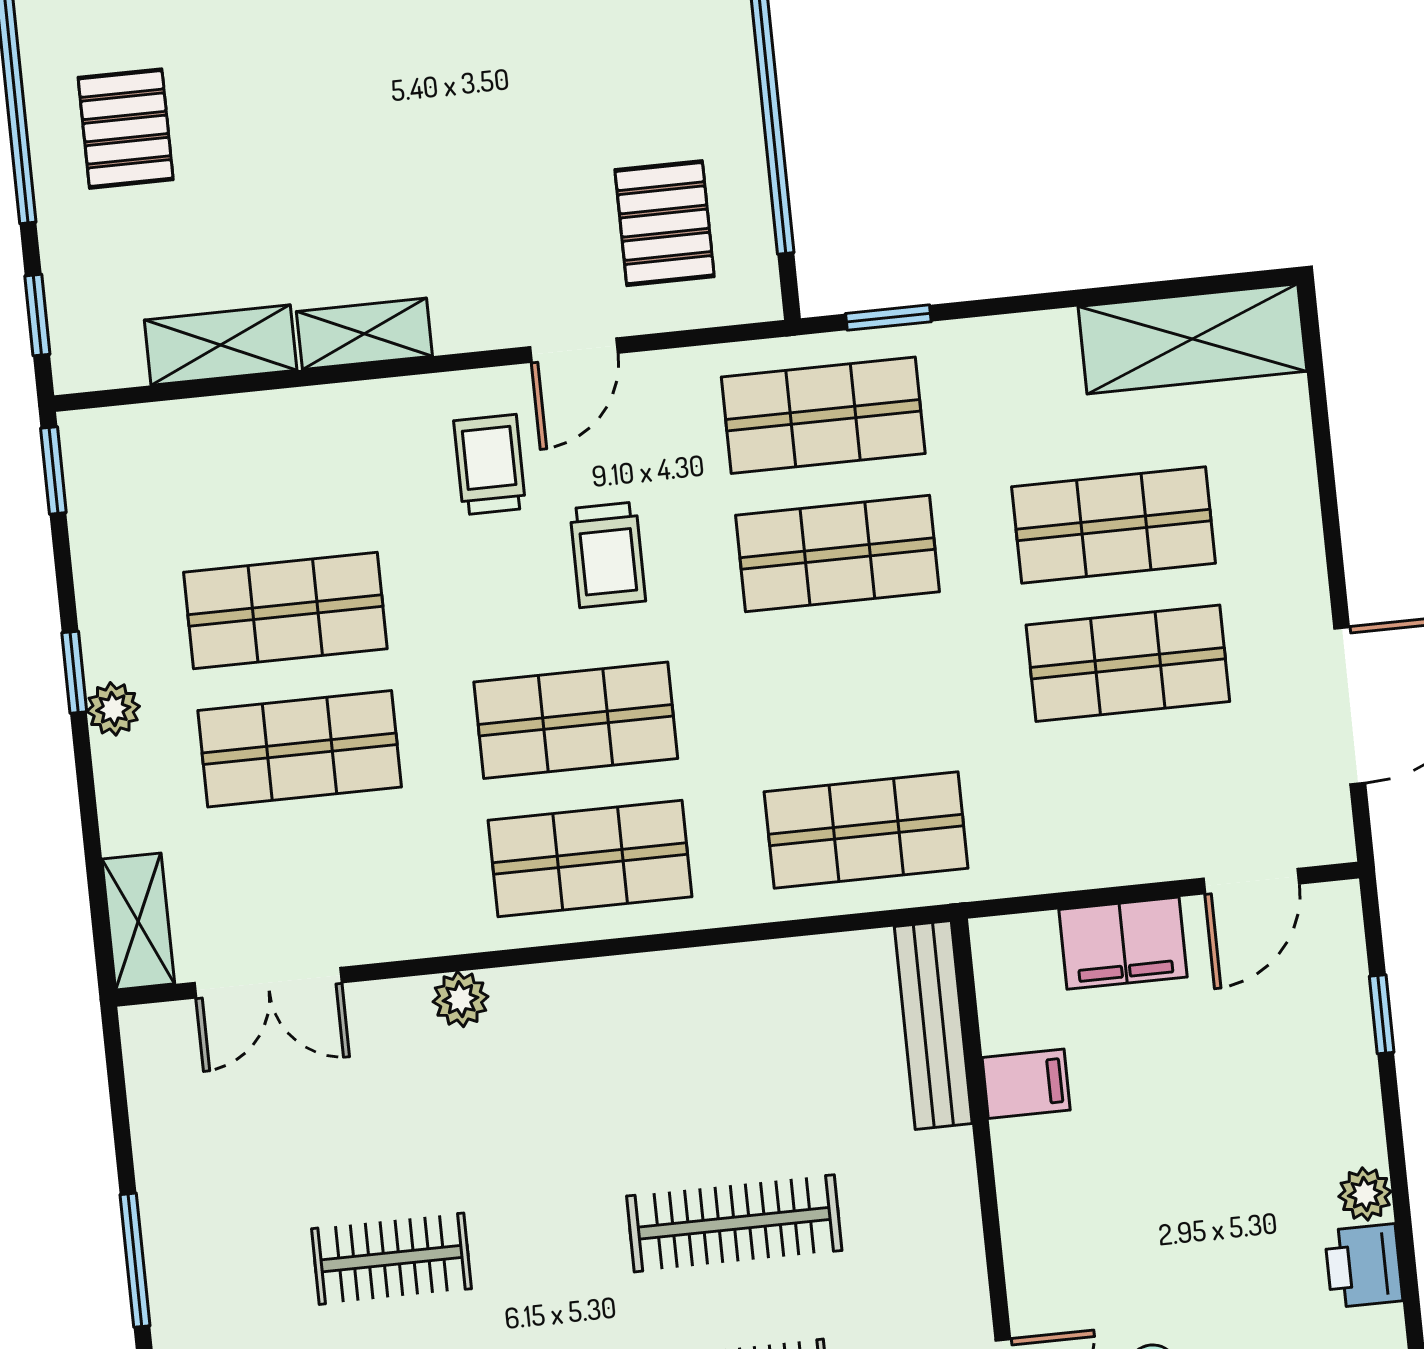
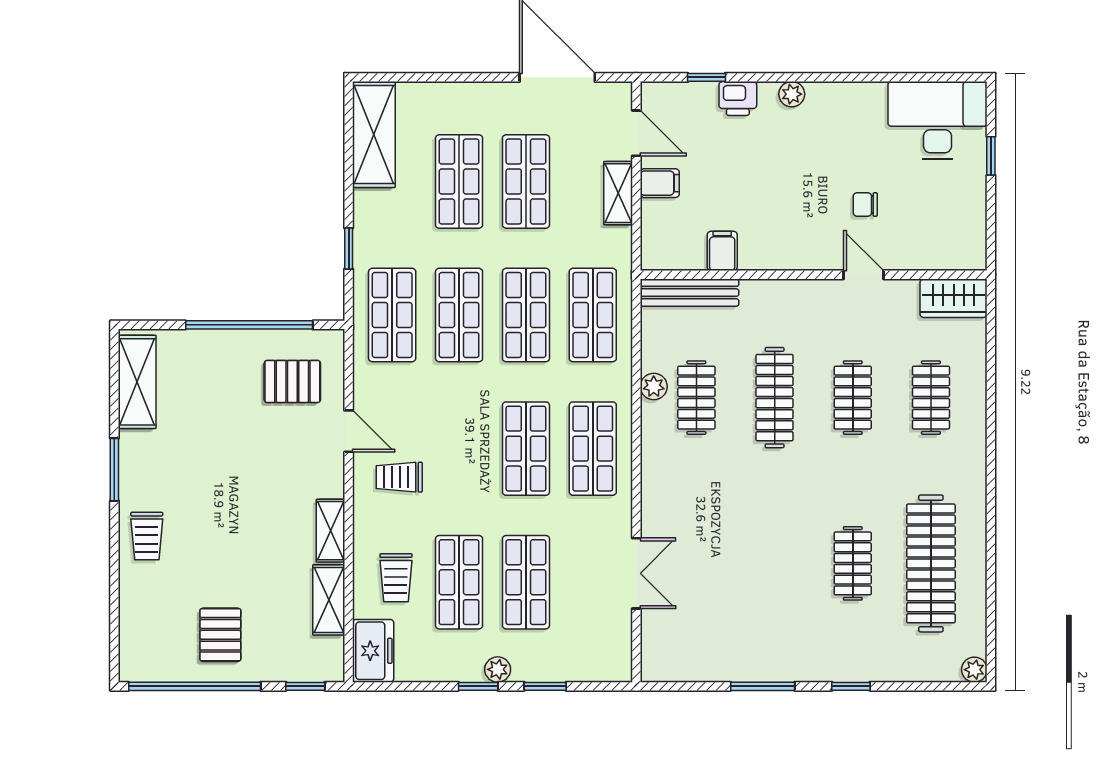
pallet: (126, 129) -> (220, 635), turned 90
window: (888, 318) -> (349, 249), moved
freezer: (125, 448) -> (373, 651), added
window: (53, 470) -> (545, 686), moved
trolley: (608, 555) -> (396, 578), moved, turned 90
shop shelf: (852, 692) -> (526, 315), added
shelving: (138, 921) -> (618, 193), moved, turned 90
filing cabinet: (1123, 943) -> (660, 183), width x0.50
double door: (268, 983) -> (636, 573), moved
plant: (460, 999) -> (654, 387), moved
clothes rail: (391, 1259) -> (696, 398), moved
printer: (1364, 1266) -> (738, 98), moved

